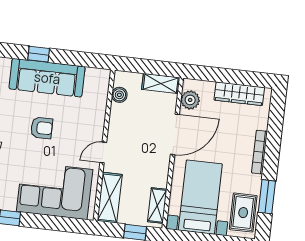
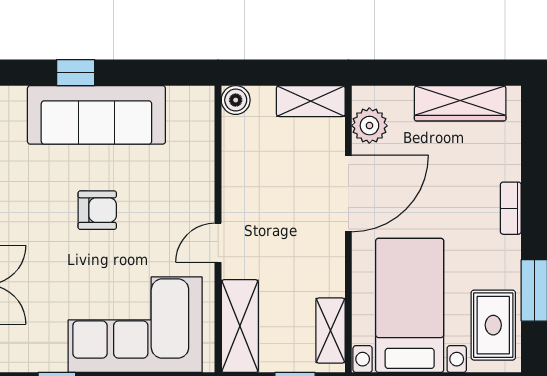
boiler: (119, 95) -> (236, 100), moved
bookcase: (260, 152) -> (511, 208), width x0.64

